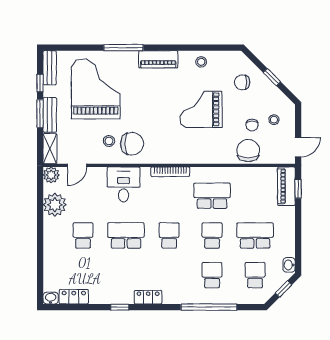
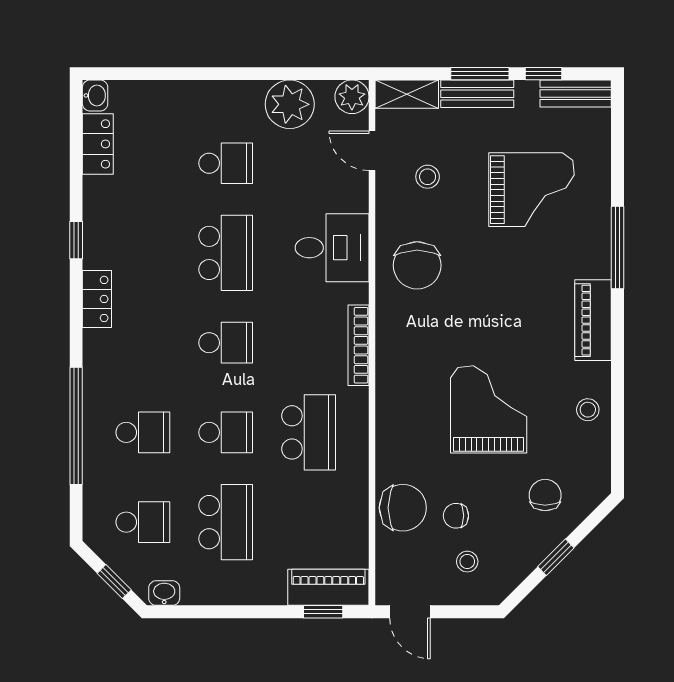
grand piano: (96, 89) -> (532, 190), width x0.73, depth x0.68
stool: (109, 141) -> (428, 177), moved

